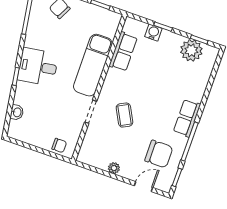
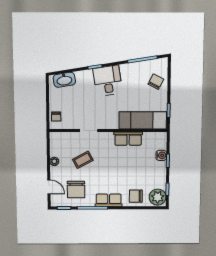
plant: (191, 50) -> (158, 197), moved
row of seats: (123, 52) -> (128, 139), moved
exam couch: (93, 65) -> (143, 120), moved
chair: (194, 82) -> (136, 196), added
washbasin: (17, 112) -> (64, 80), width x1.91, depth x1.45
coffee table: (124, 115) -> (83, 160), moved

